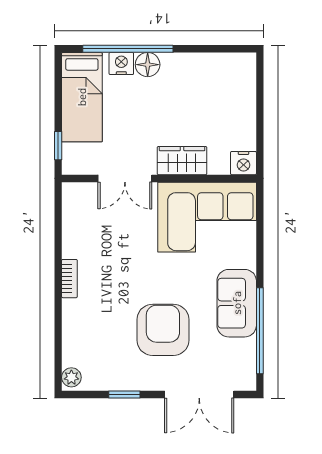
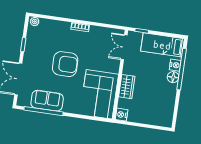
double door: (125, 178) -> (124, 47), moved
sofa: (237, 303) -> (47, 101), moved
armchair: (163, 330) -> (65, 64), moved

